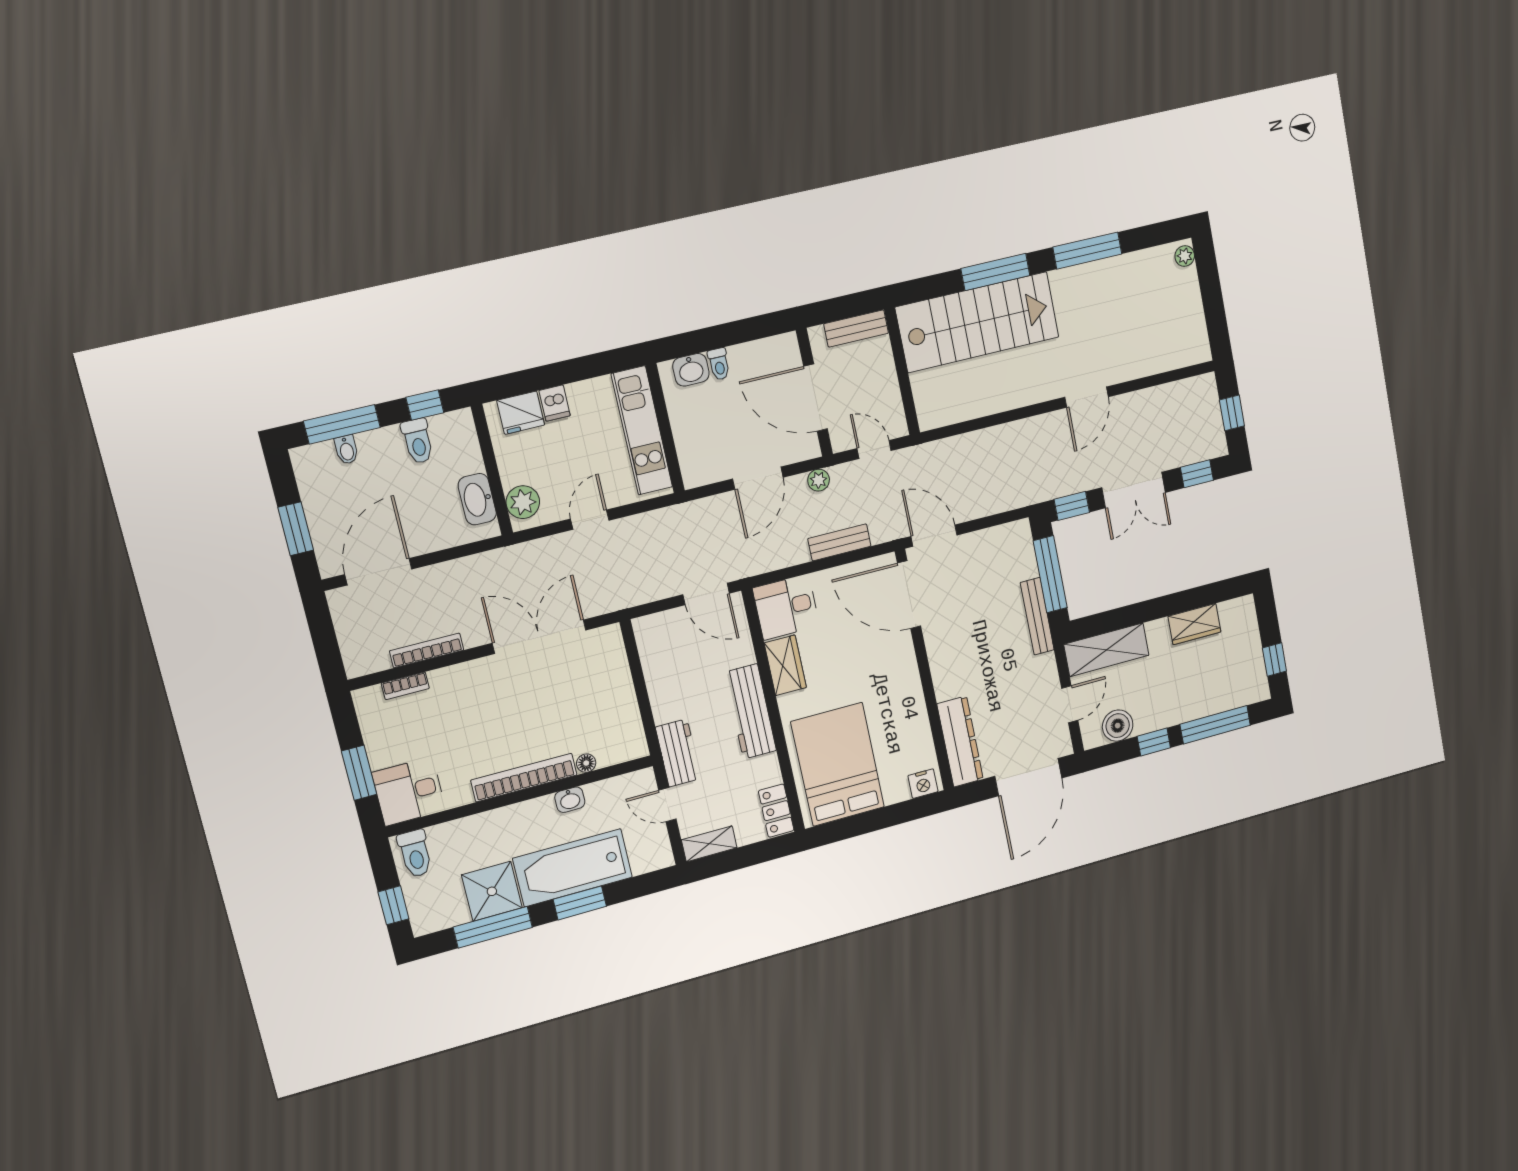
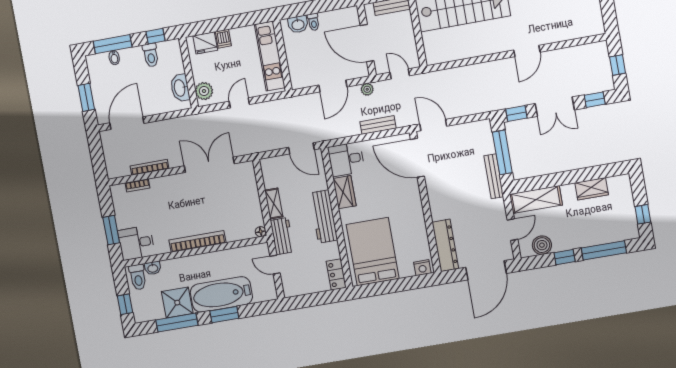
floor lamp: (586, 763) -> (261, 232), moved
washbasin: (570, 800) -> (153, 268), moved
shelving: (709, 844) -> (274, 203), moved, turned 90

